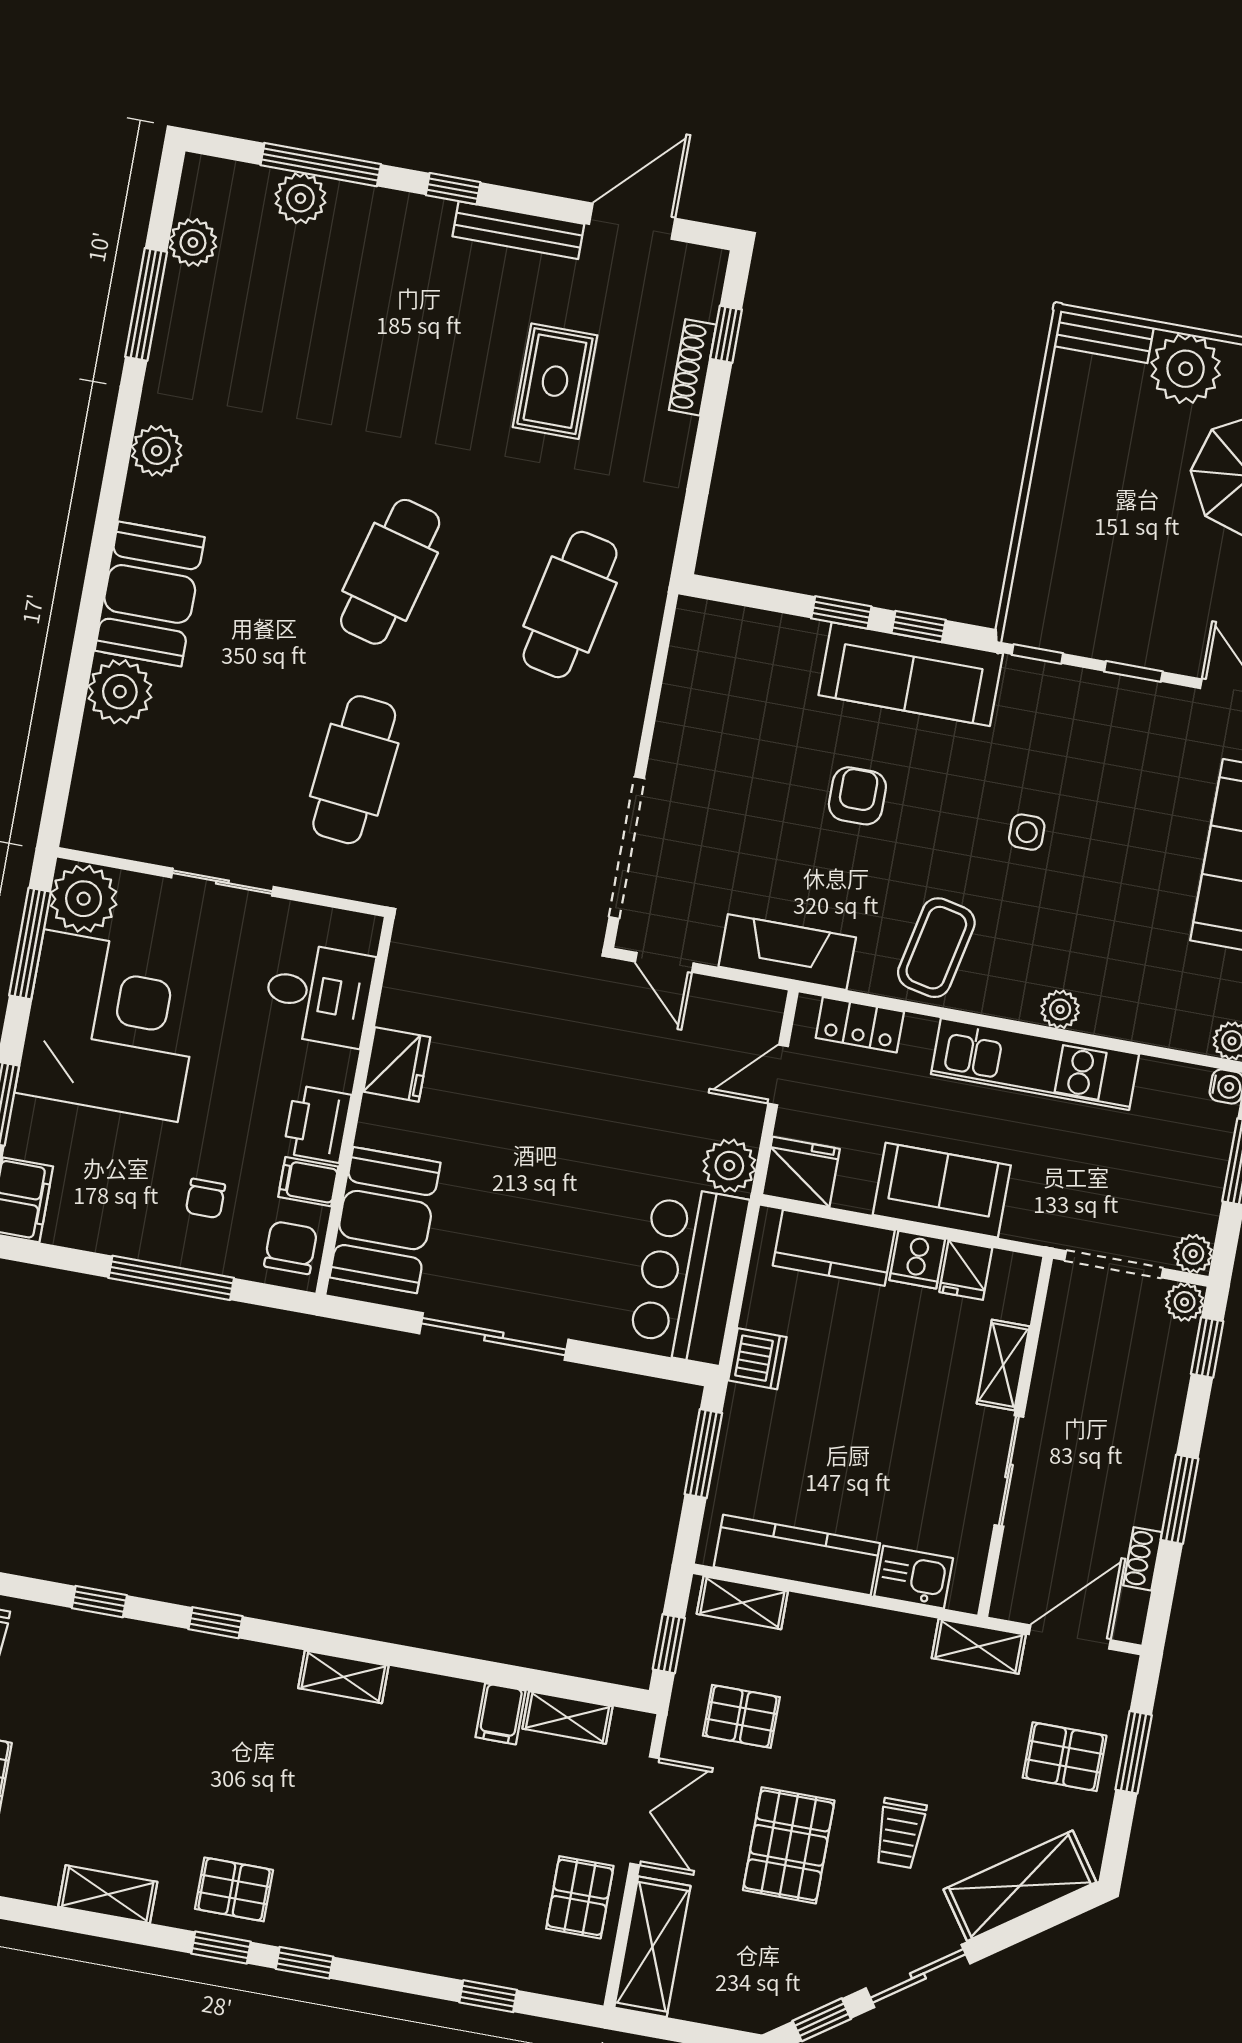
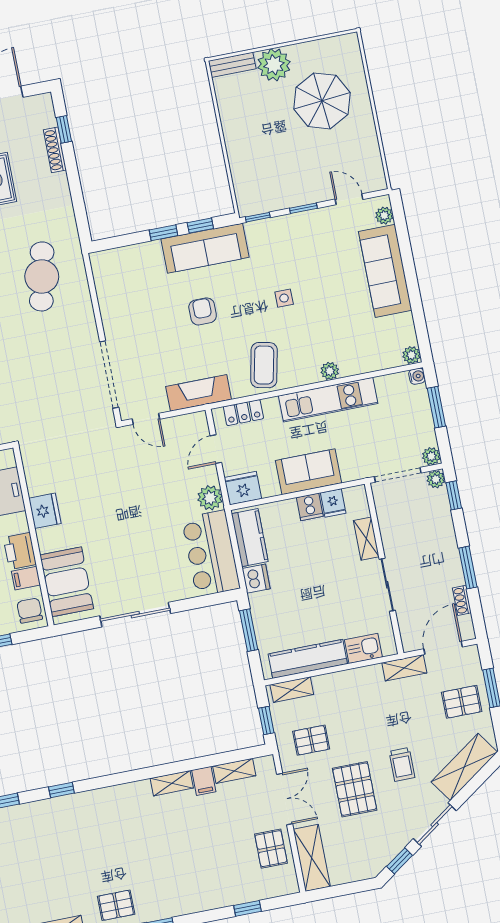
kitchen counter: (834, 1248) -> (250, 538), moved, turned -90
shelving: (343, 1677) -> (172, 783), moved

